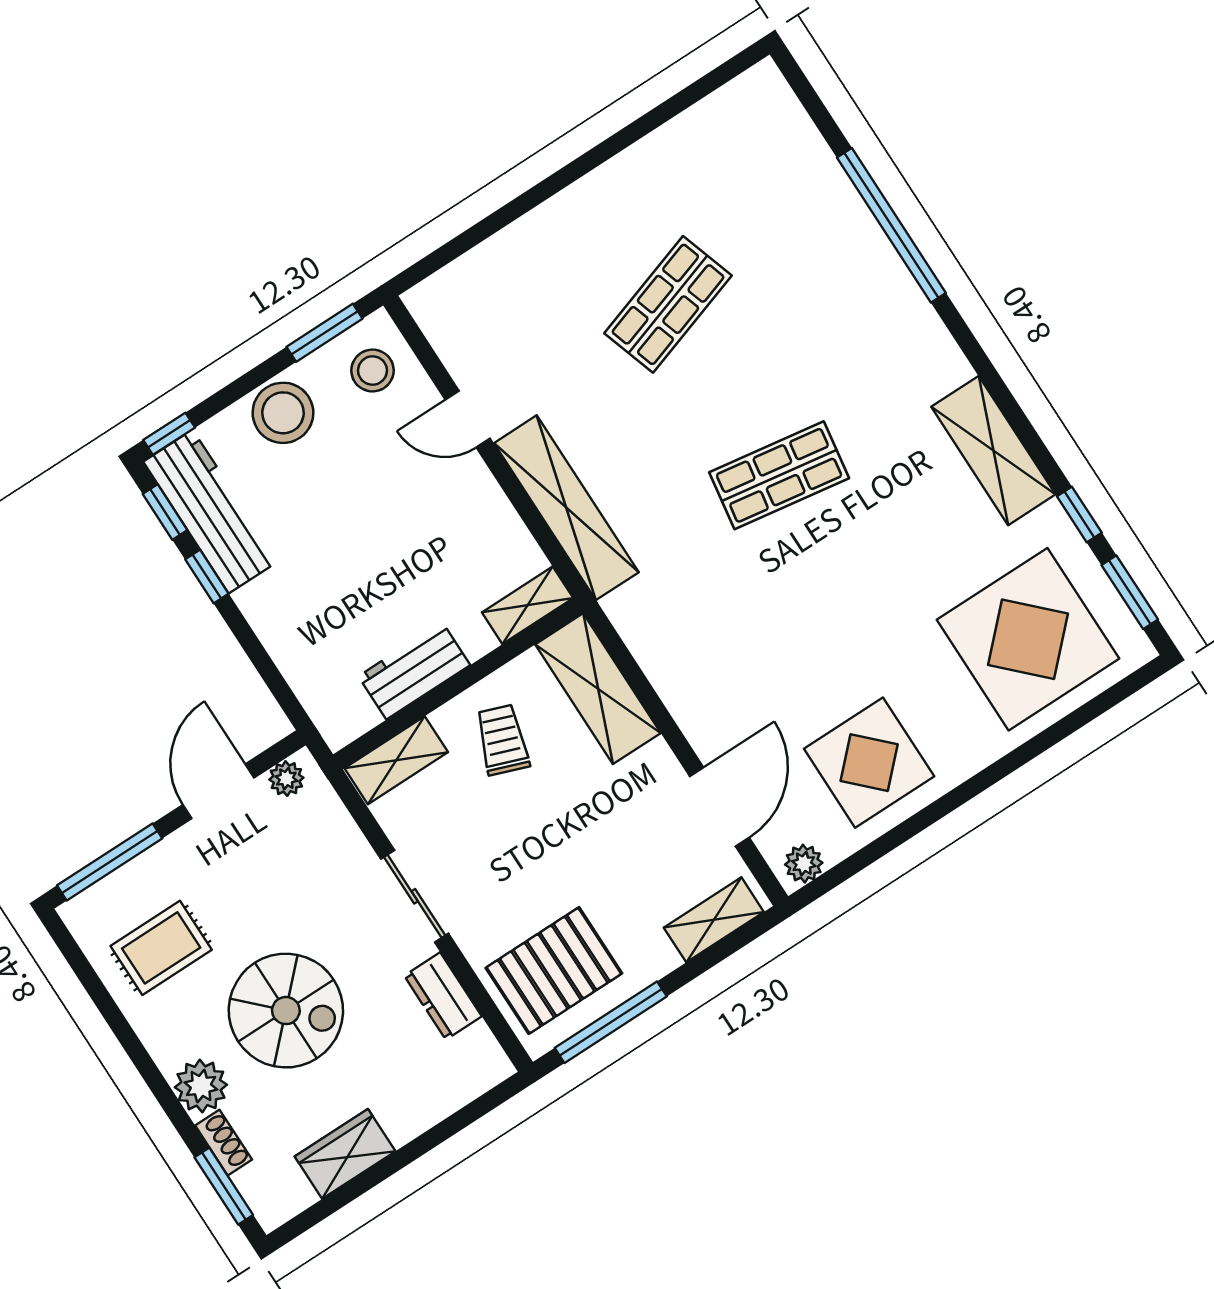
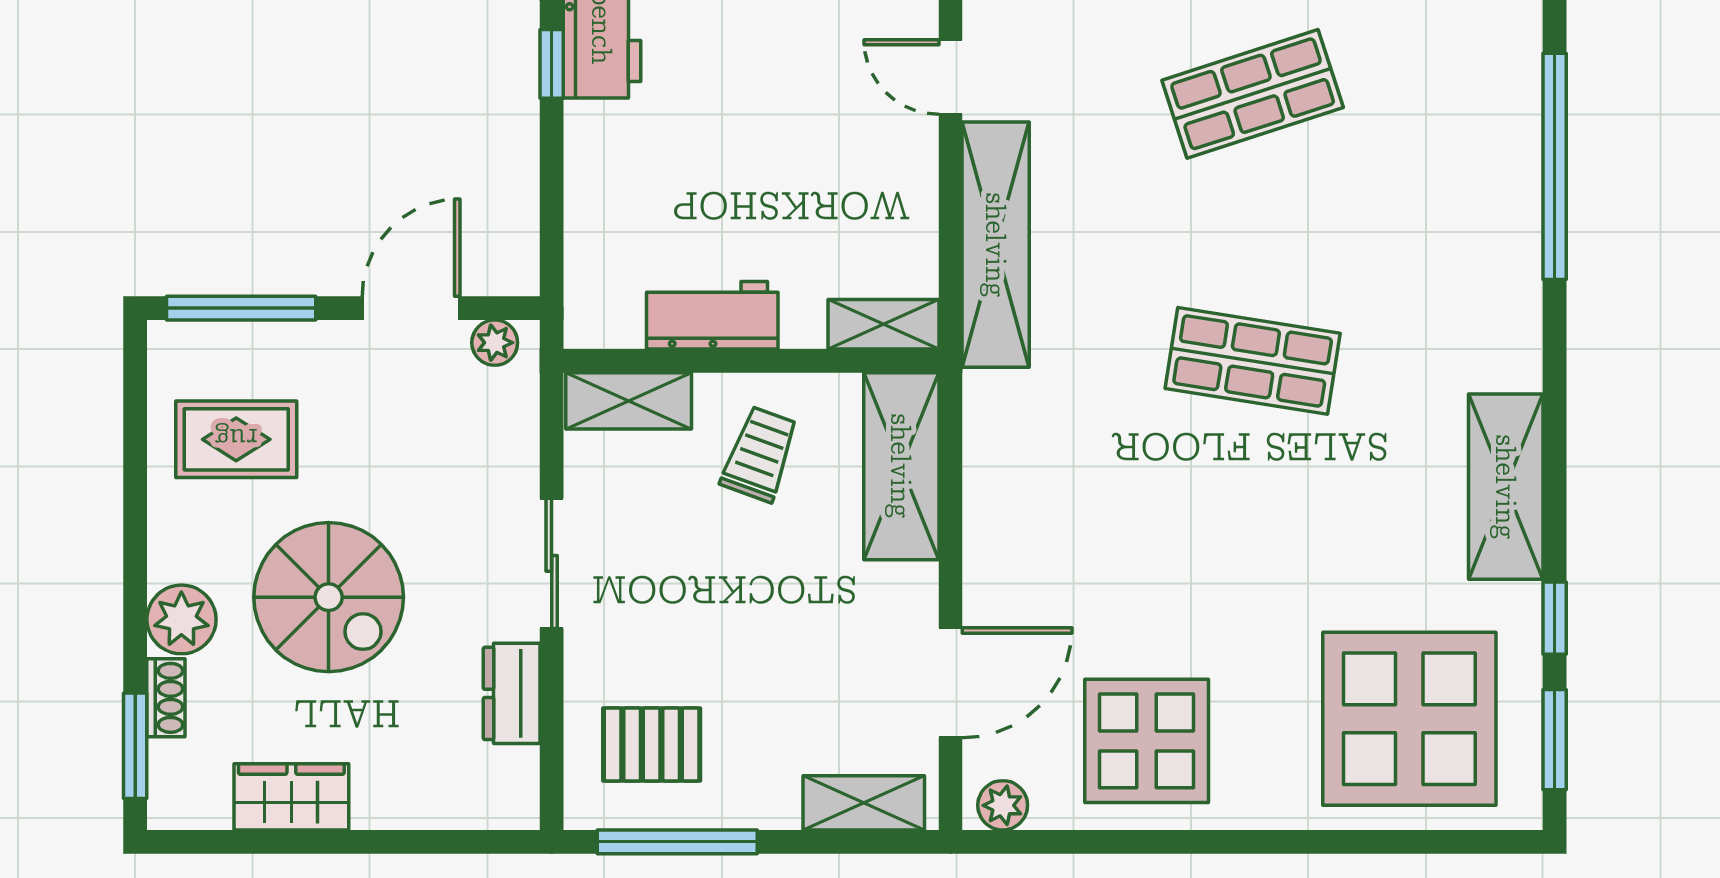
pallet: (554, 971) -> (652, 744), width x0.67, depth x0.71

